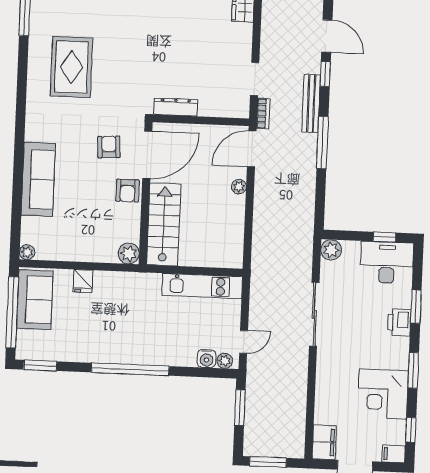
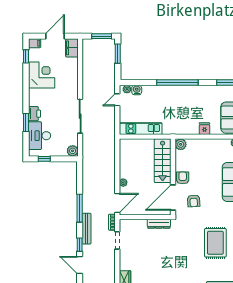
desk: (387, 263) -> (40, 136), moved, turned 90
window: (413, 370) -> (26, 88), removed
window: (240, 408) -> (118, 54), moved

